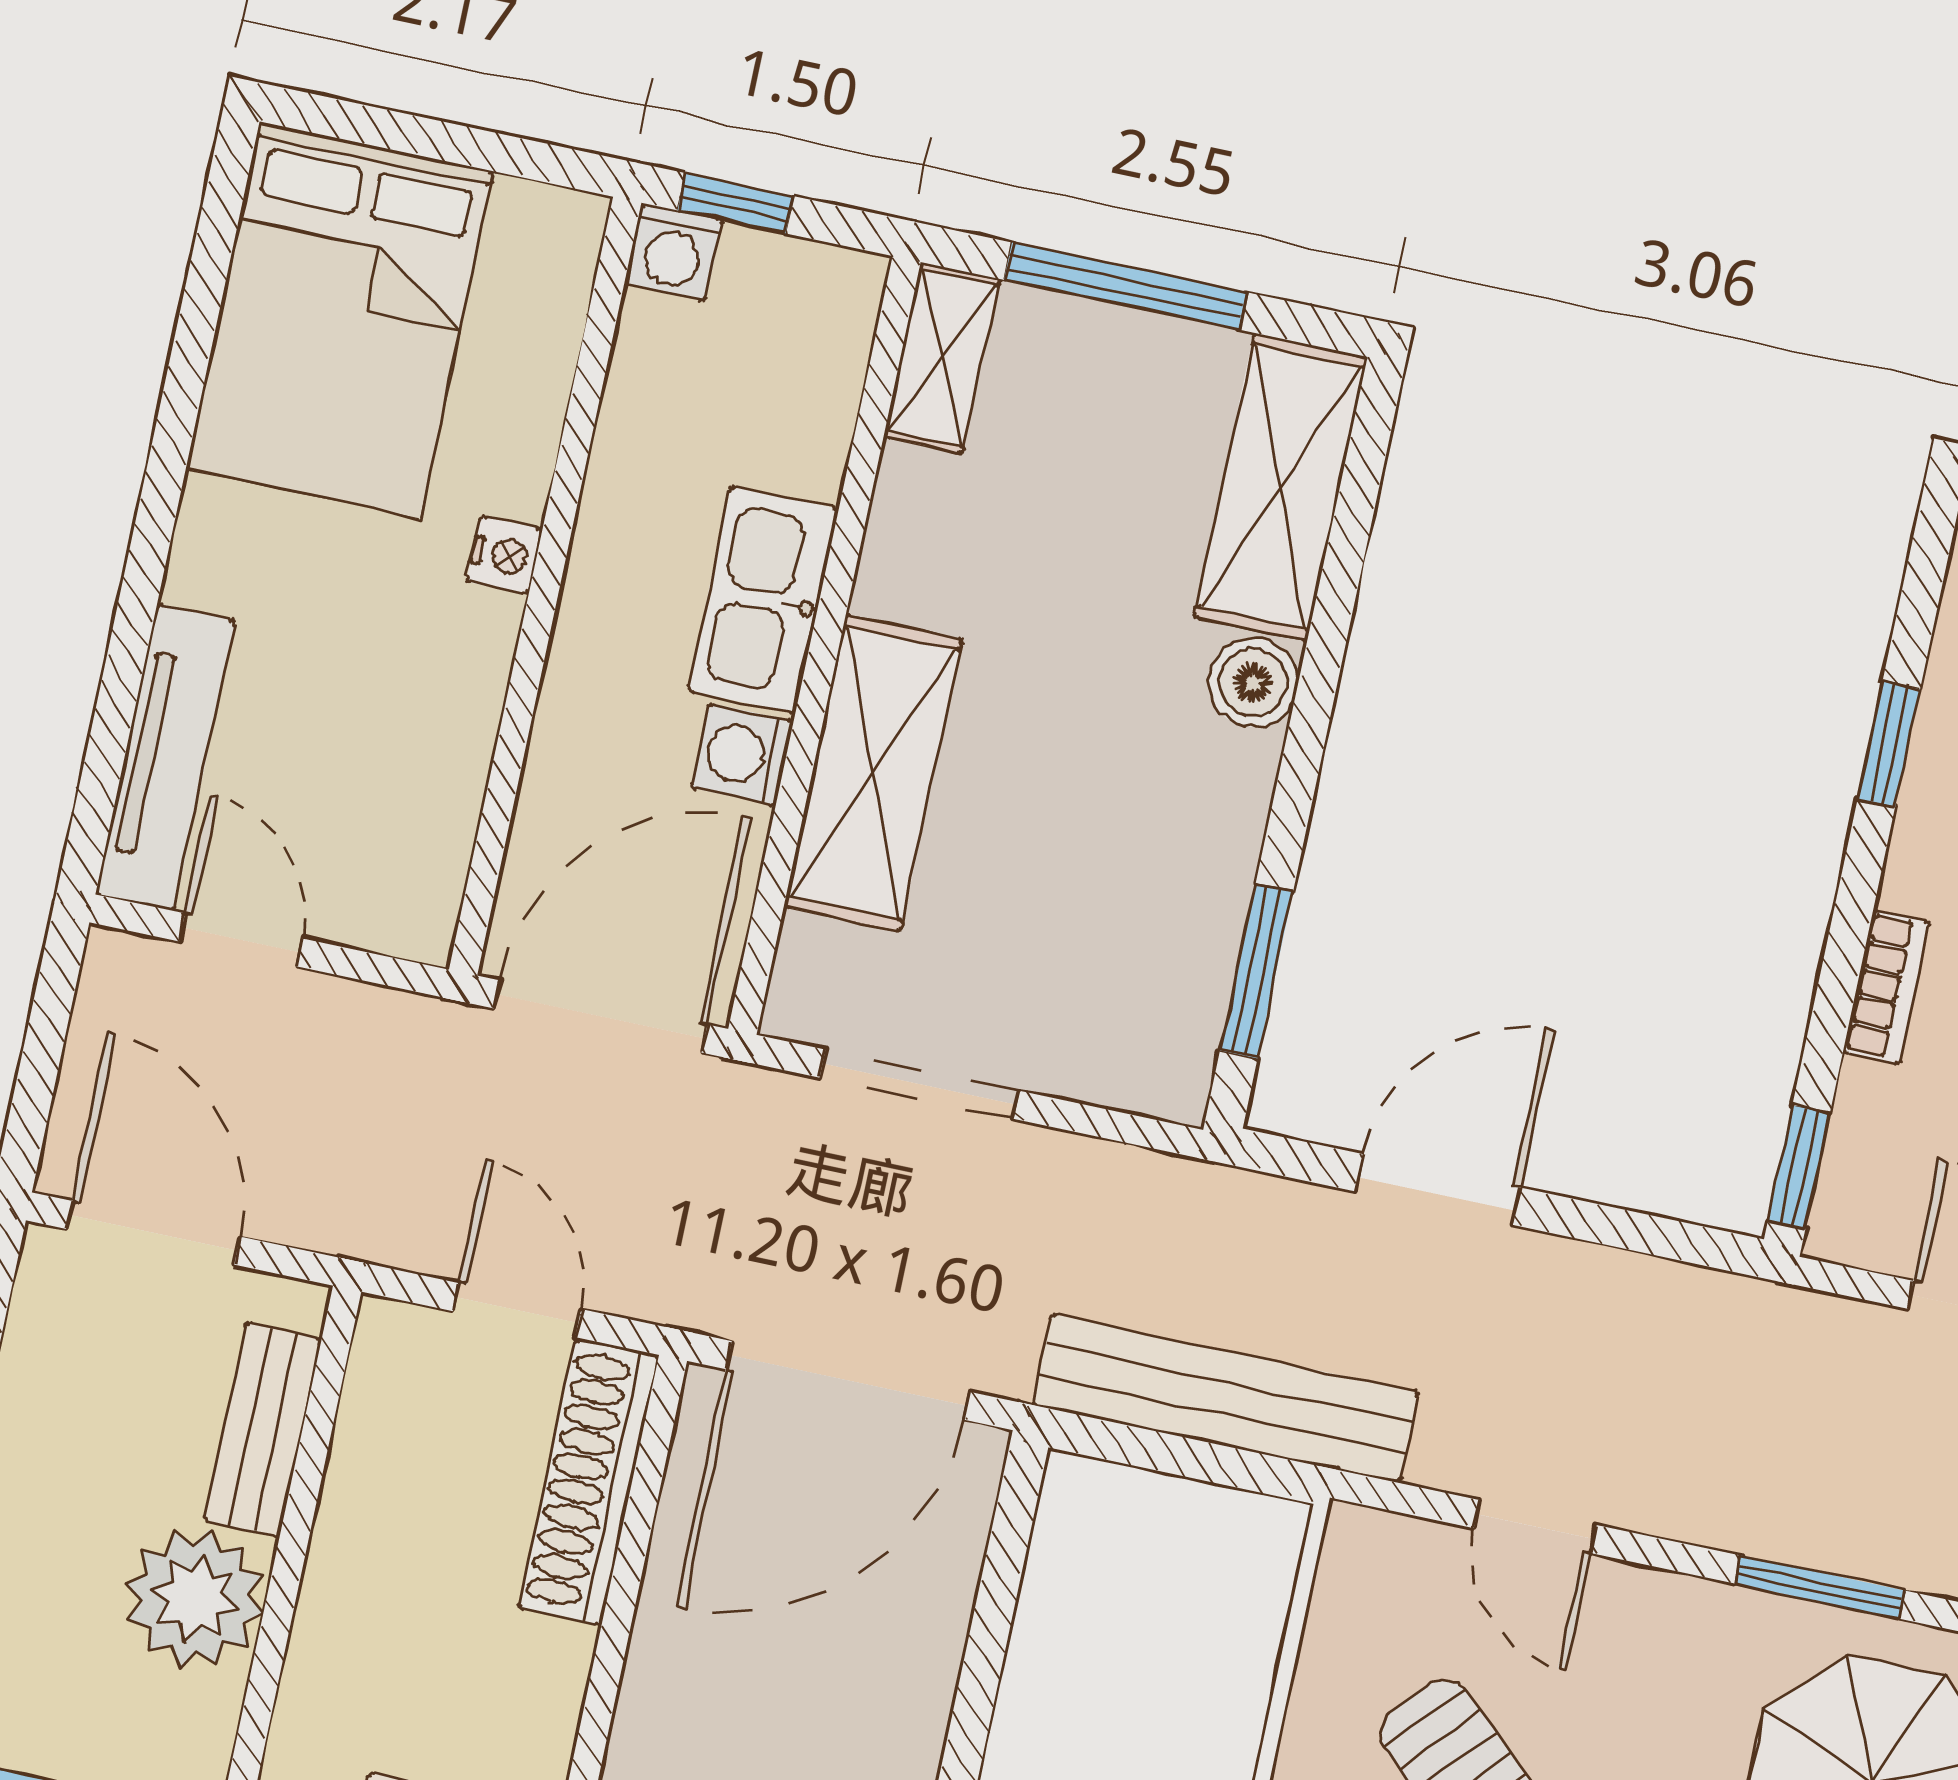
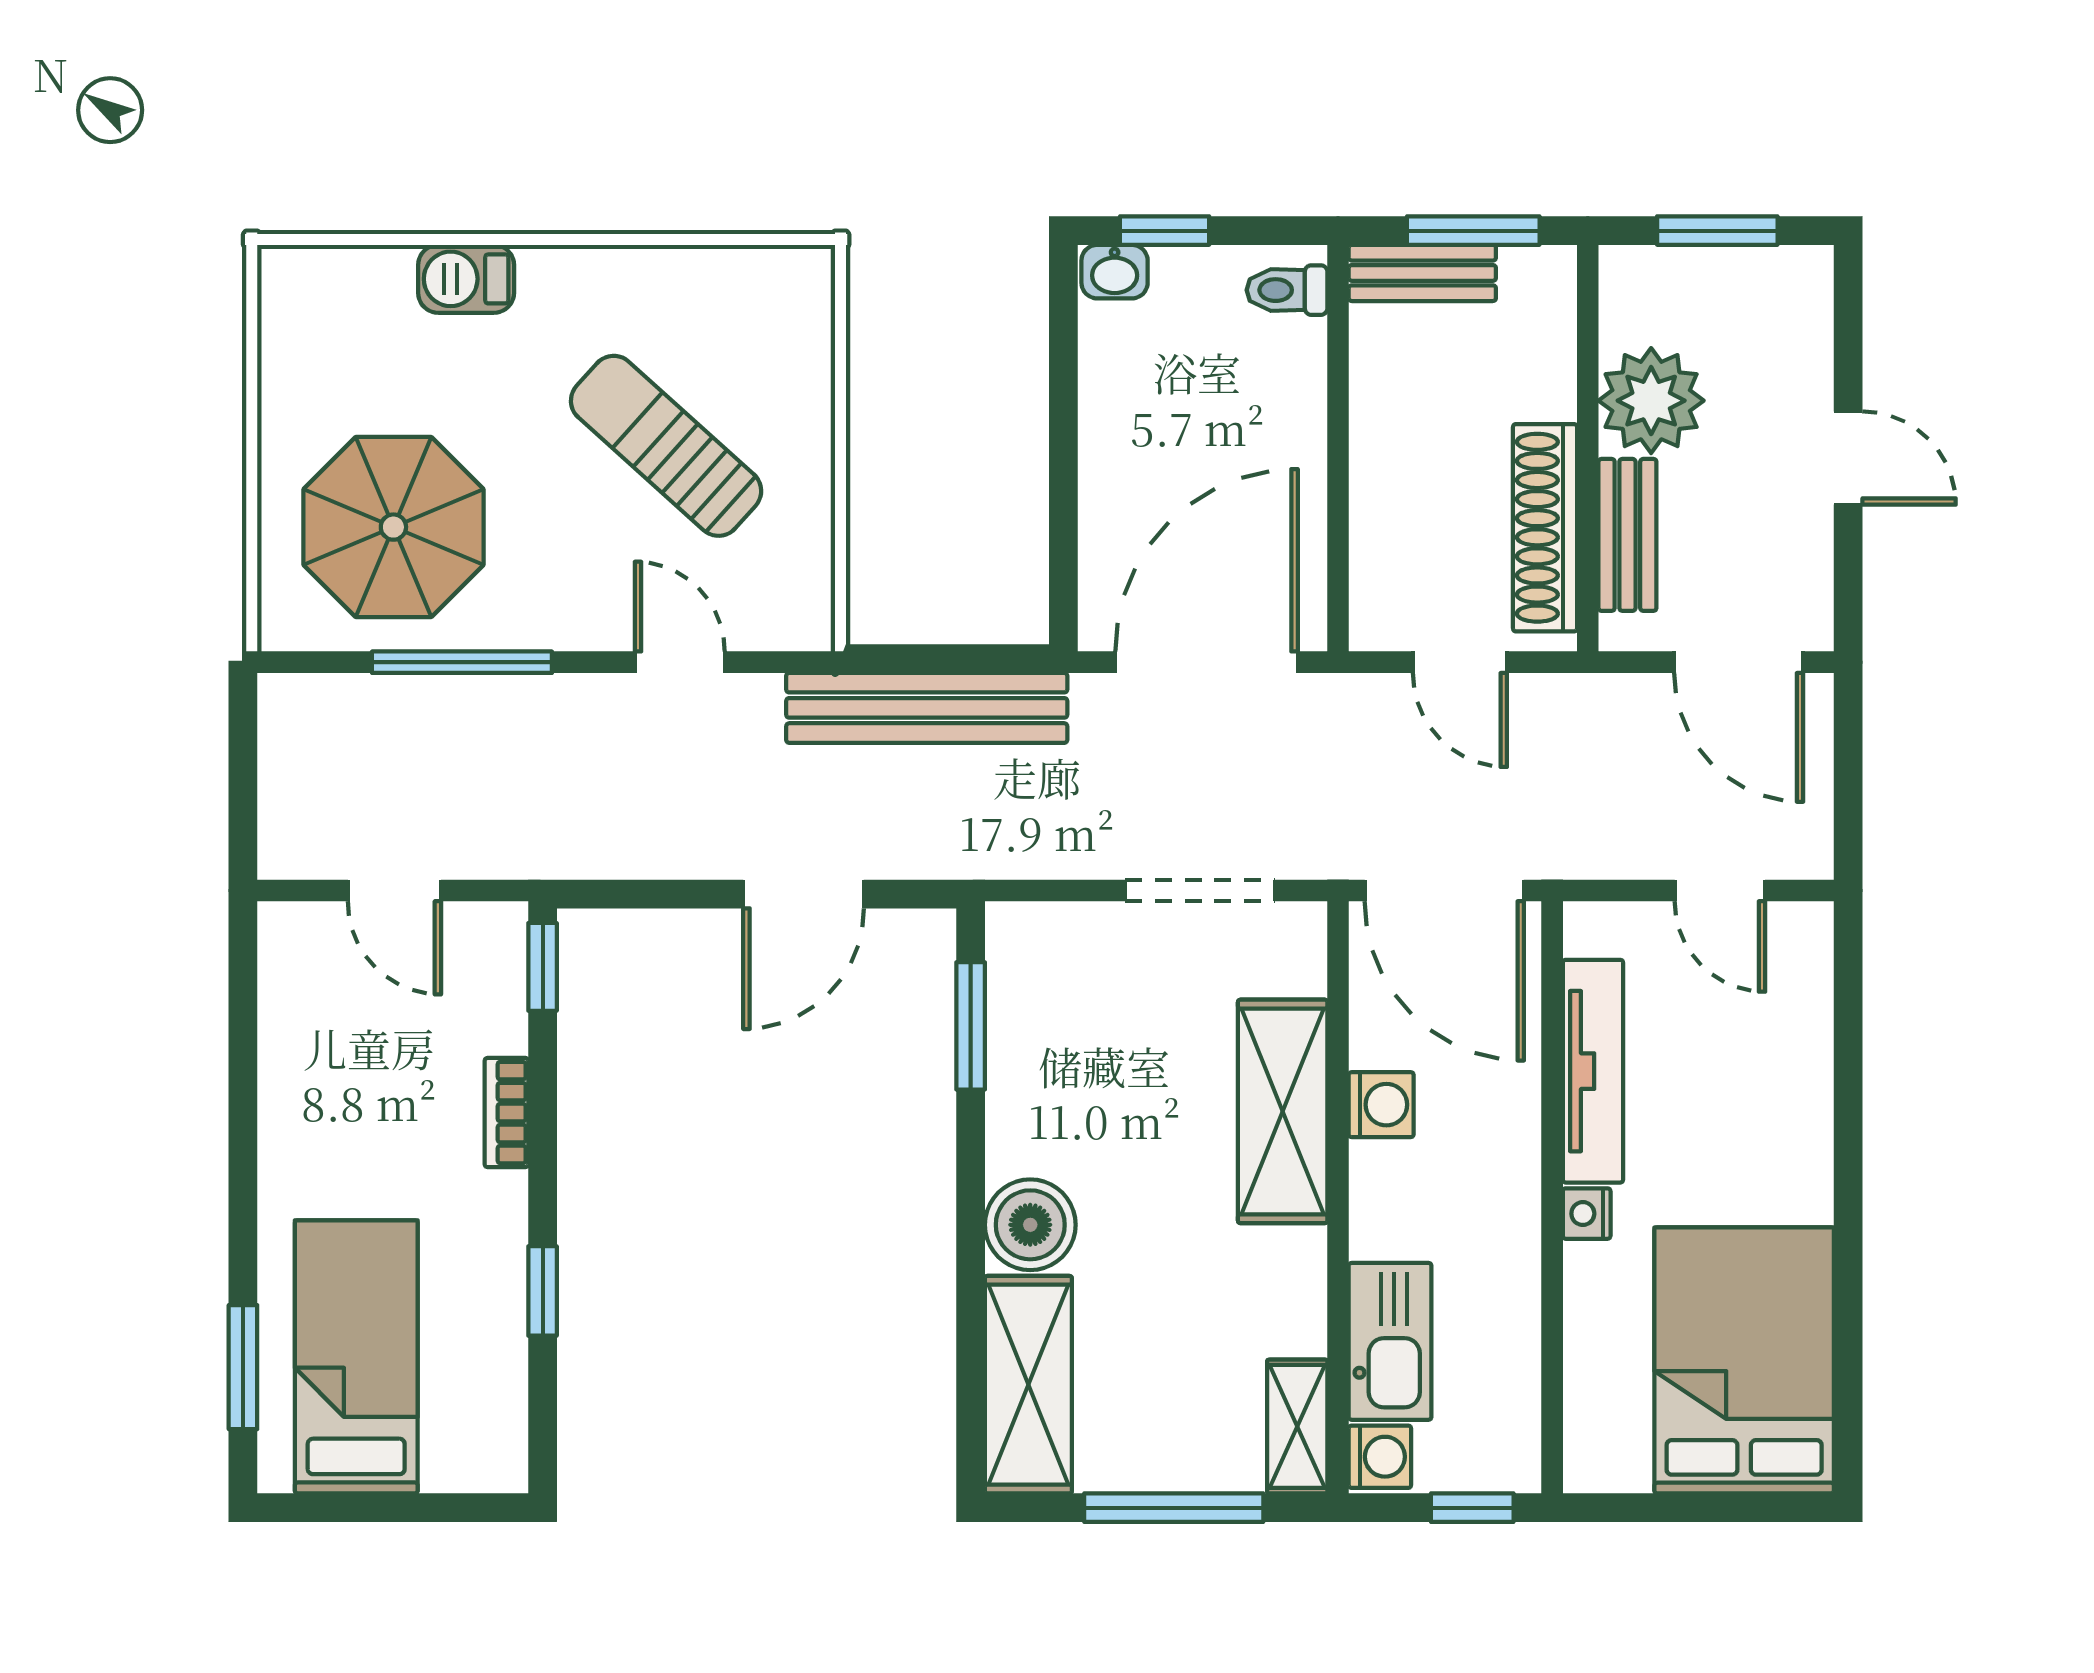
washing machine: (673, 252) -> (1380, 1457), moved, turned 90
kitchen sink: (763, 600) -> (1390, 1341), moved
boiler: (1253, 683) -> (1030, 1225), width x1.36, depth x1.36
tv unit: (165, 757) -> (1593, 1071), moved, turned 180
door: (601, 1016) -> (1444, 890), hinge flipped
shoe rack: (589, 1481) -> (1545, 528), moved, turned 180
window: (1820, 1587) -> (462, 662), width x1.44

